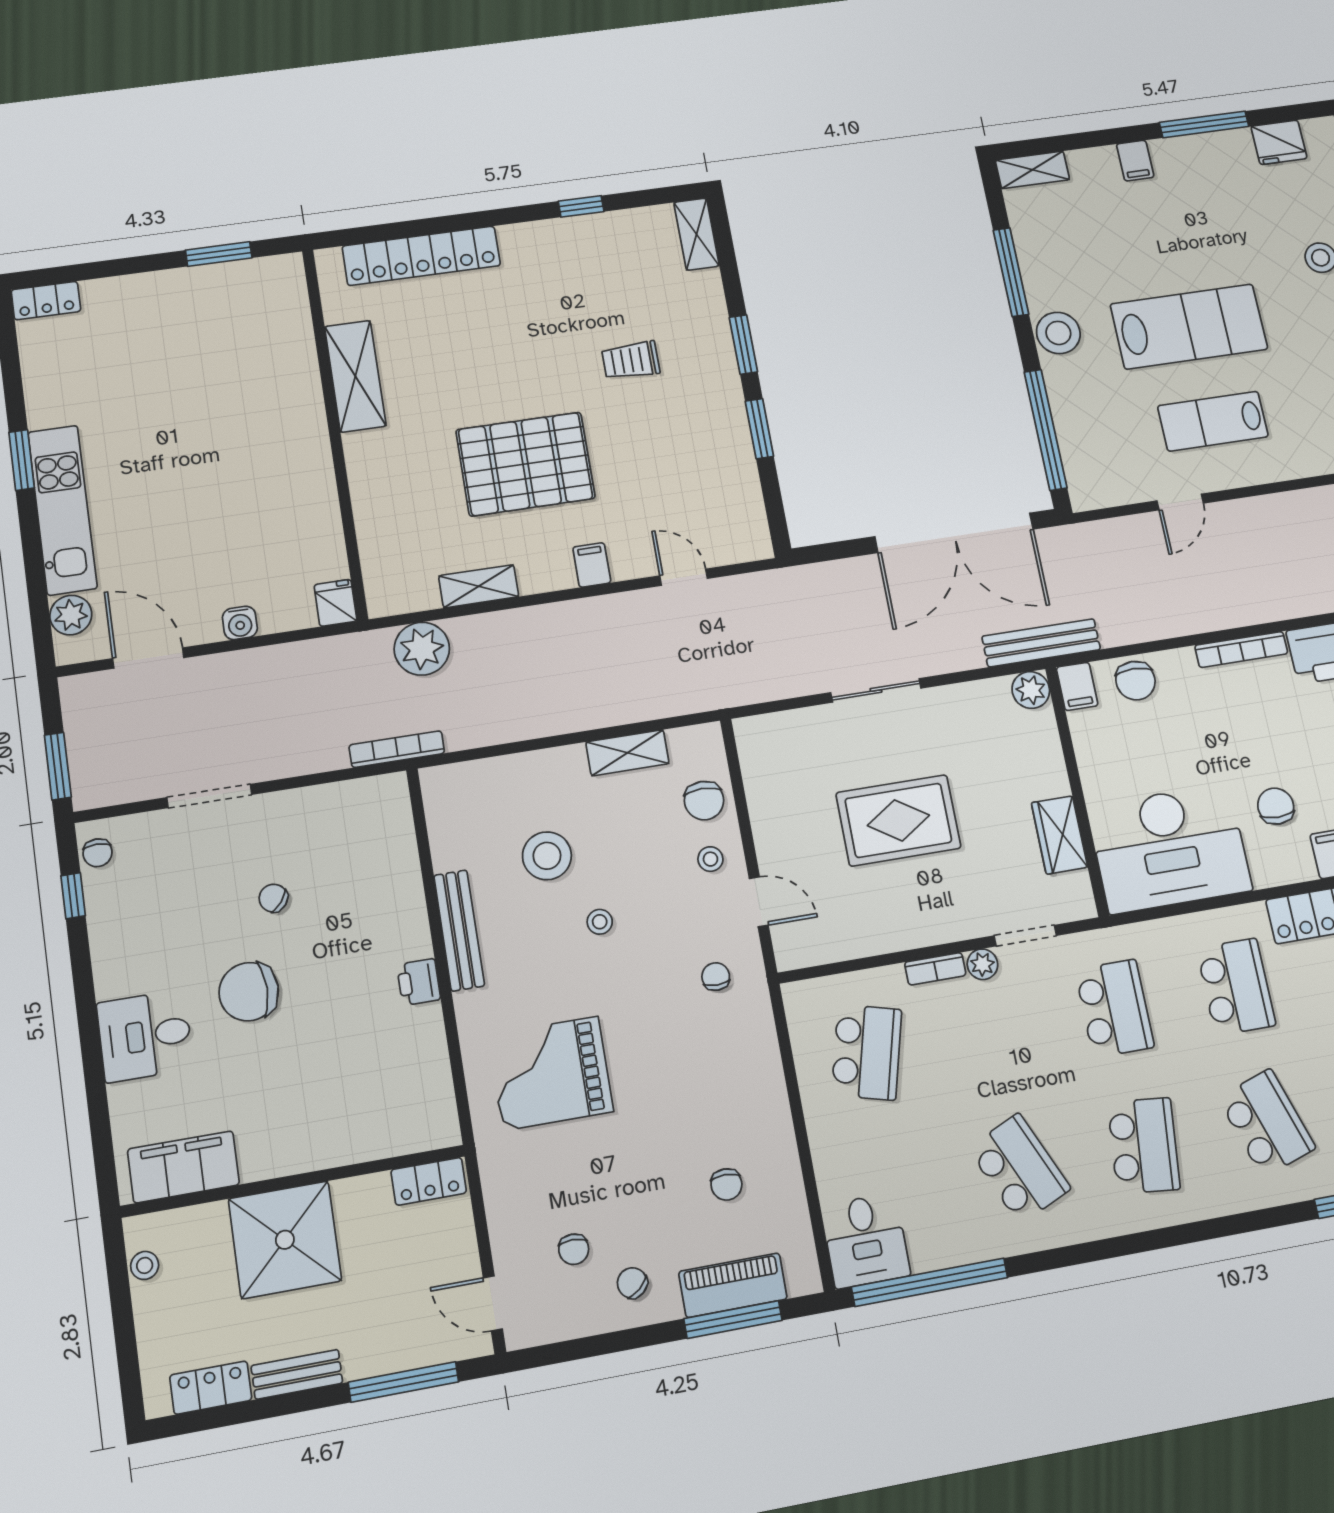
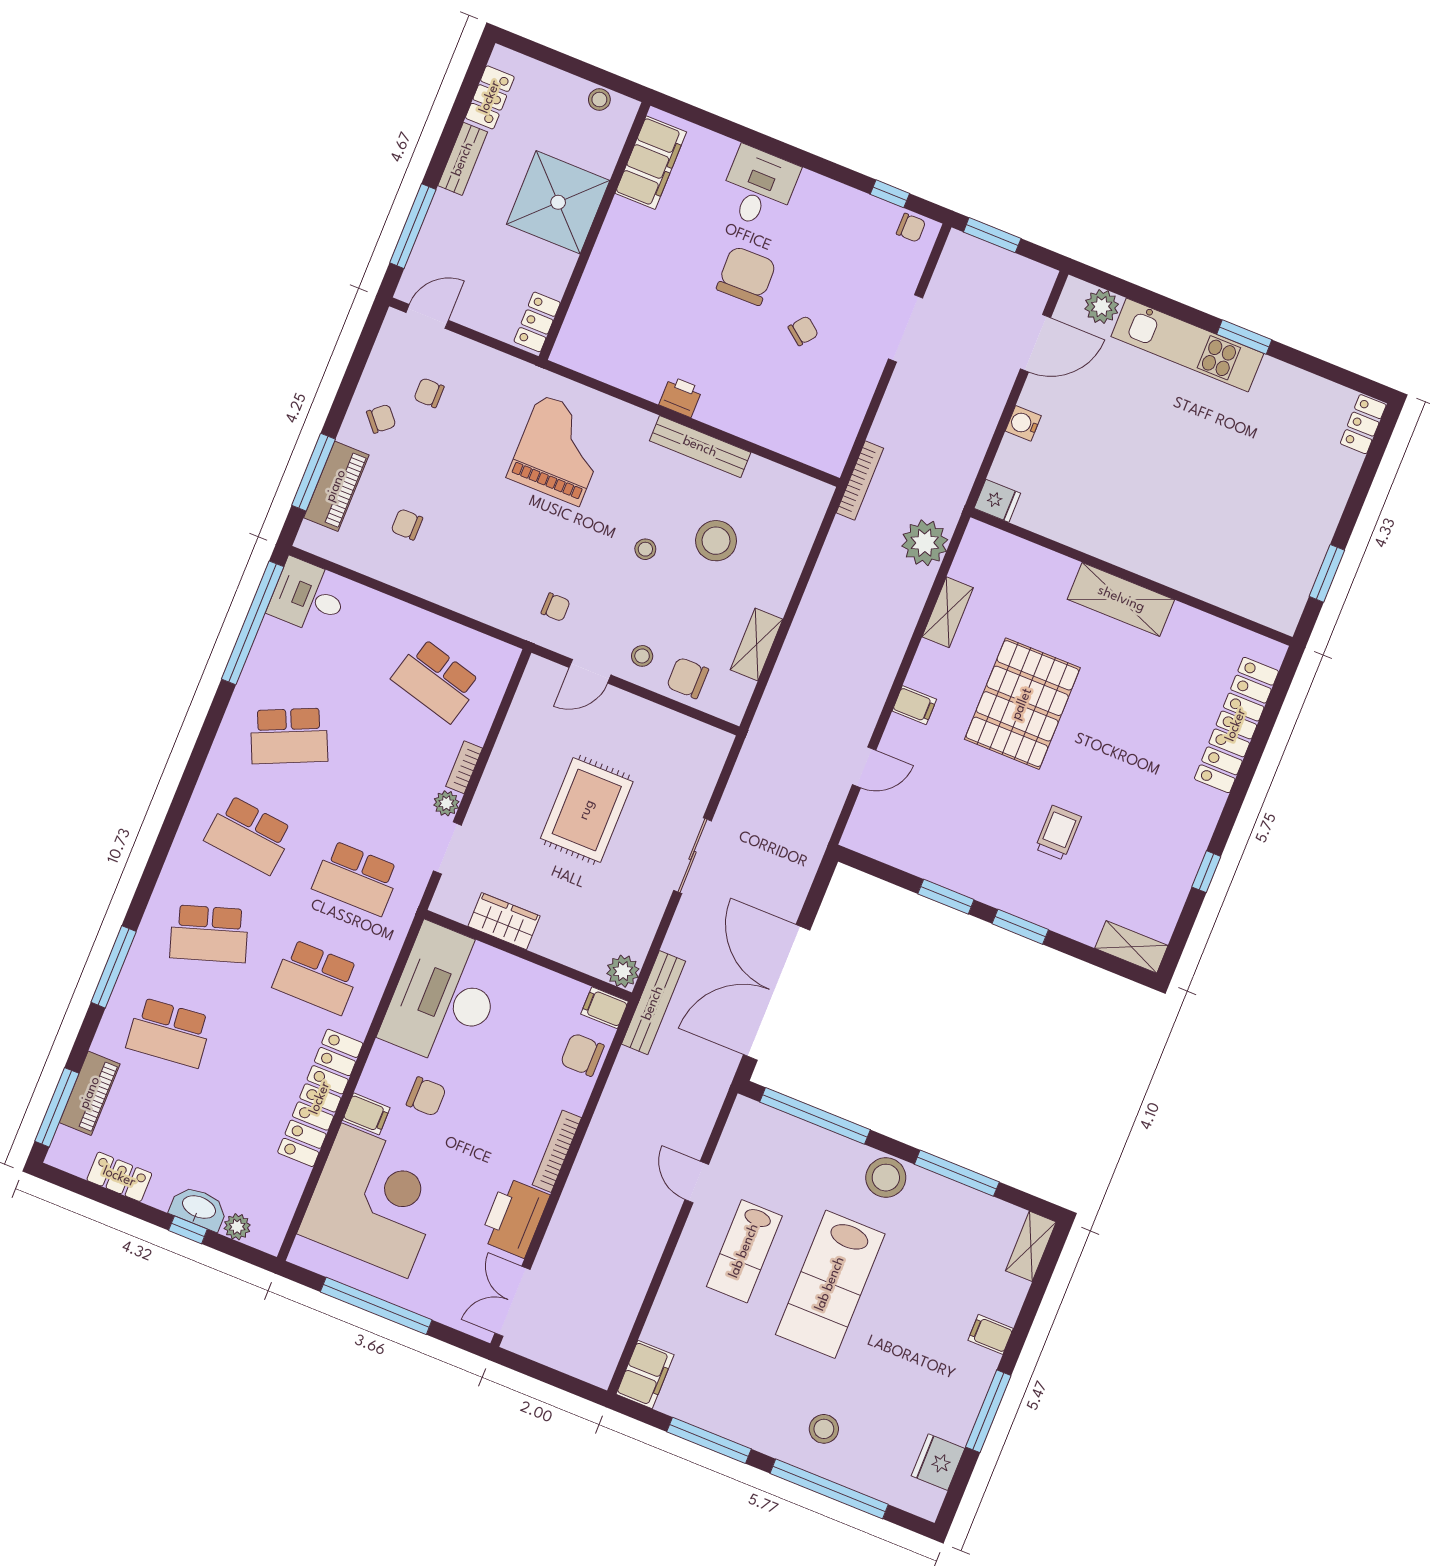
shelving: (355, 376) -> (1121, 599), moved
lab bench: (1213, 421) -> (744, 1251), turned 180
chair: (98, 853) -> (911, 228), turned 180

